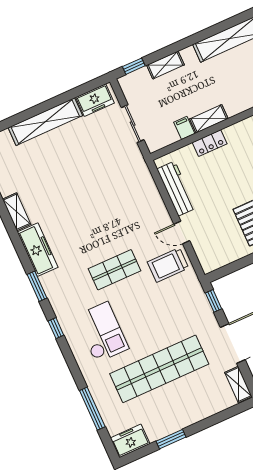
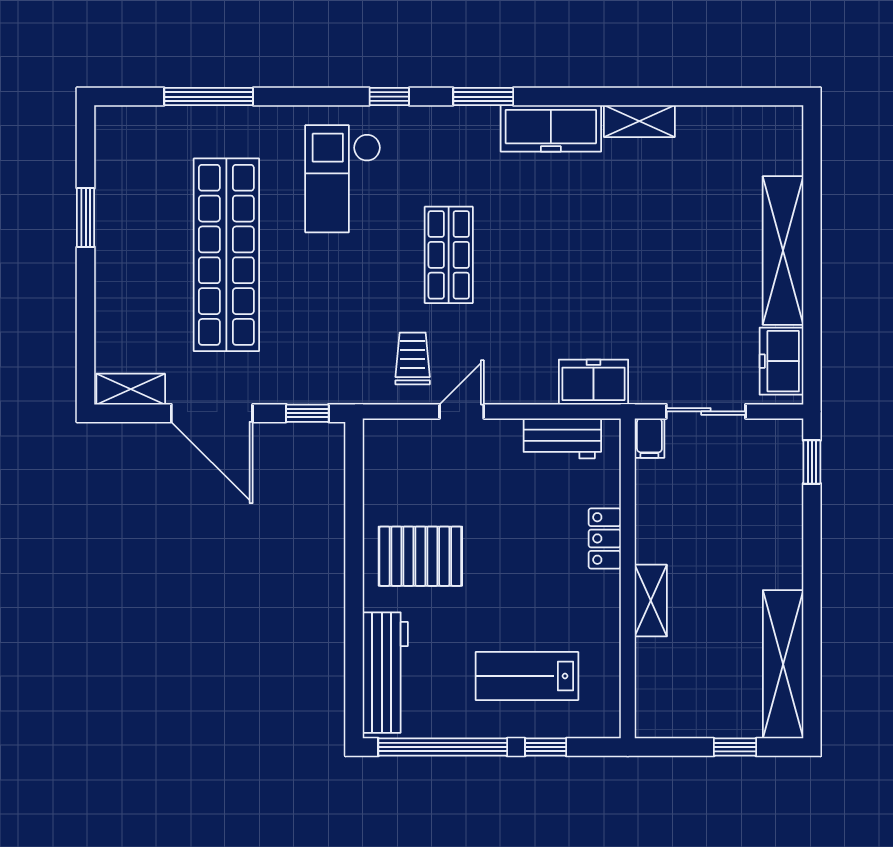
shelving: (165, 65) -> (787, 522), removed
shelving: (209, 119) -> (651, 601), moved
filing cabinet: (184, 128) -> (649, 438), moved, turned 90
workbench: (176, 189) -> (562, 438), width x0.73
trolley: (168, 265) -> (413, 358), width x0.73, depth x0.72
checkout: (102, 332) -> (343, 179), turned 90
freezer: (130, 441) -> (593, 382), moved, turned -90

